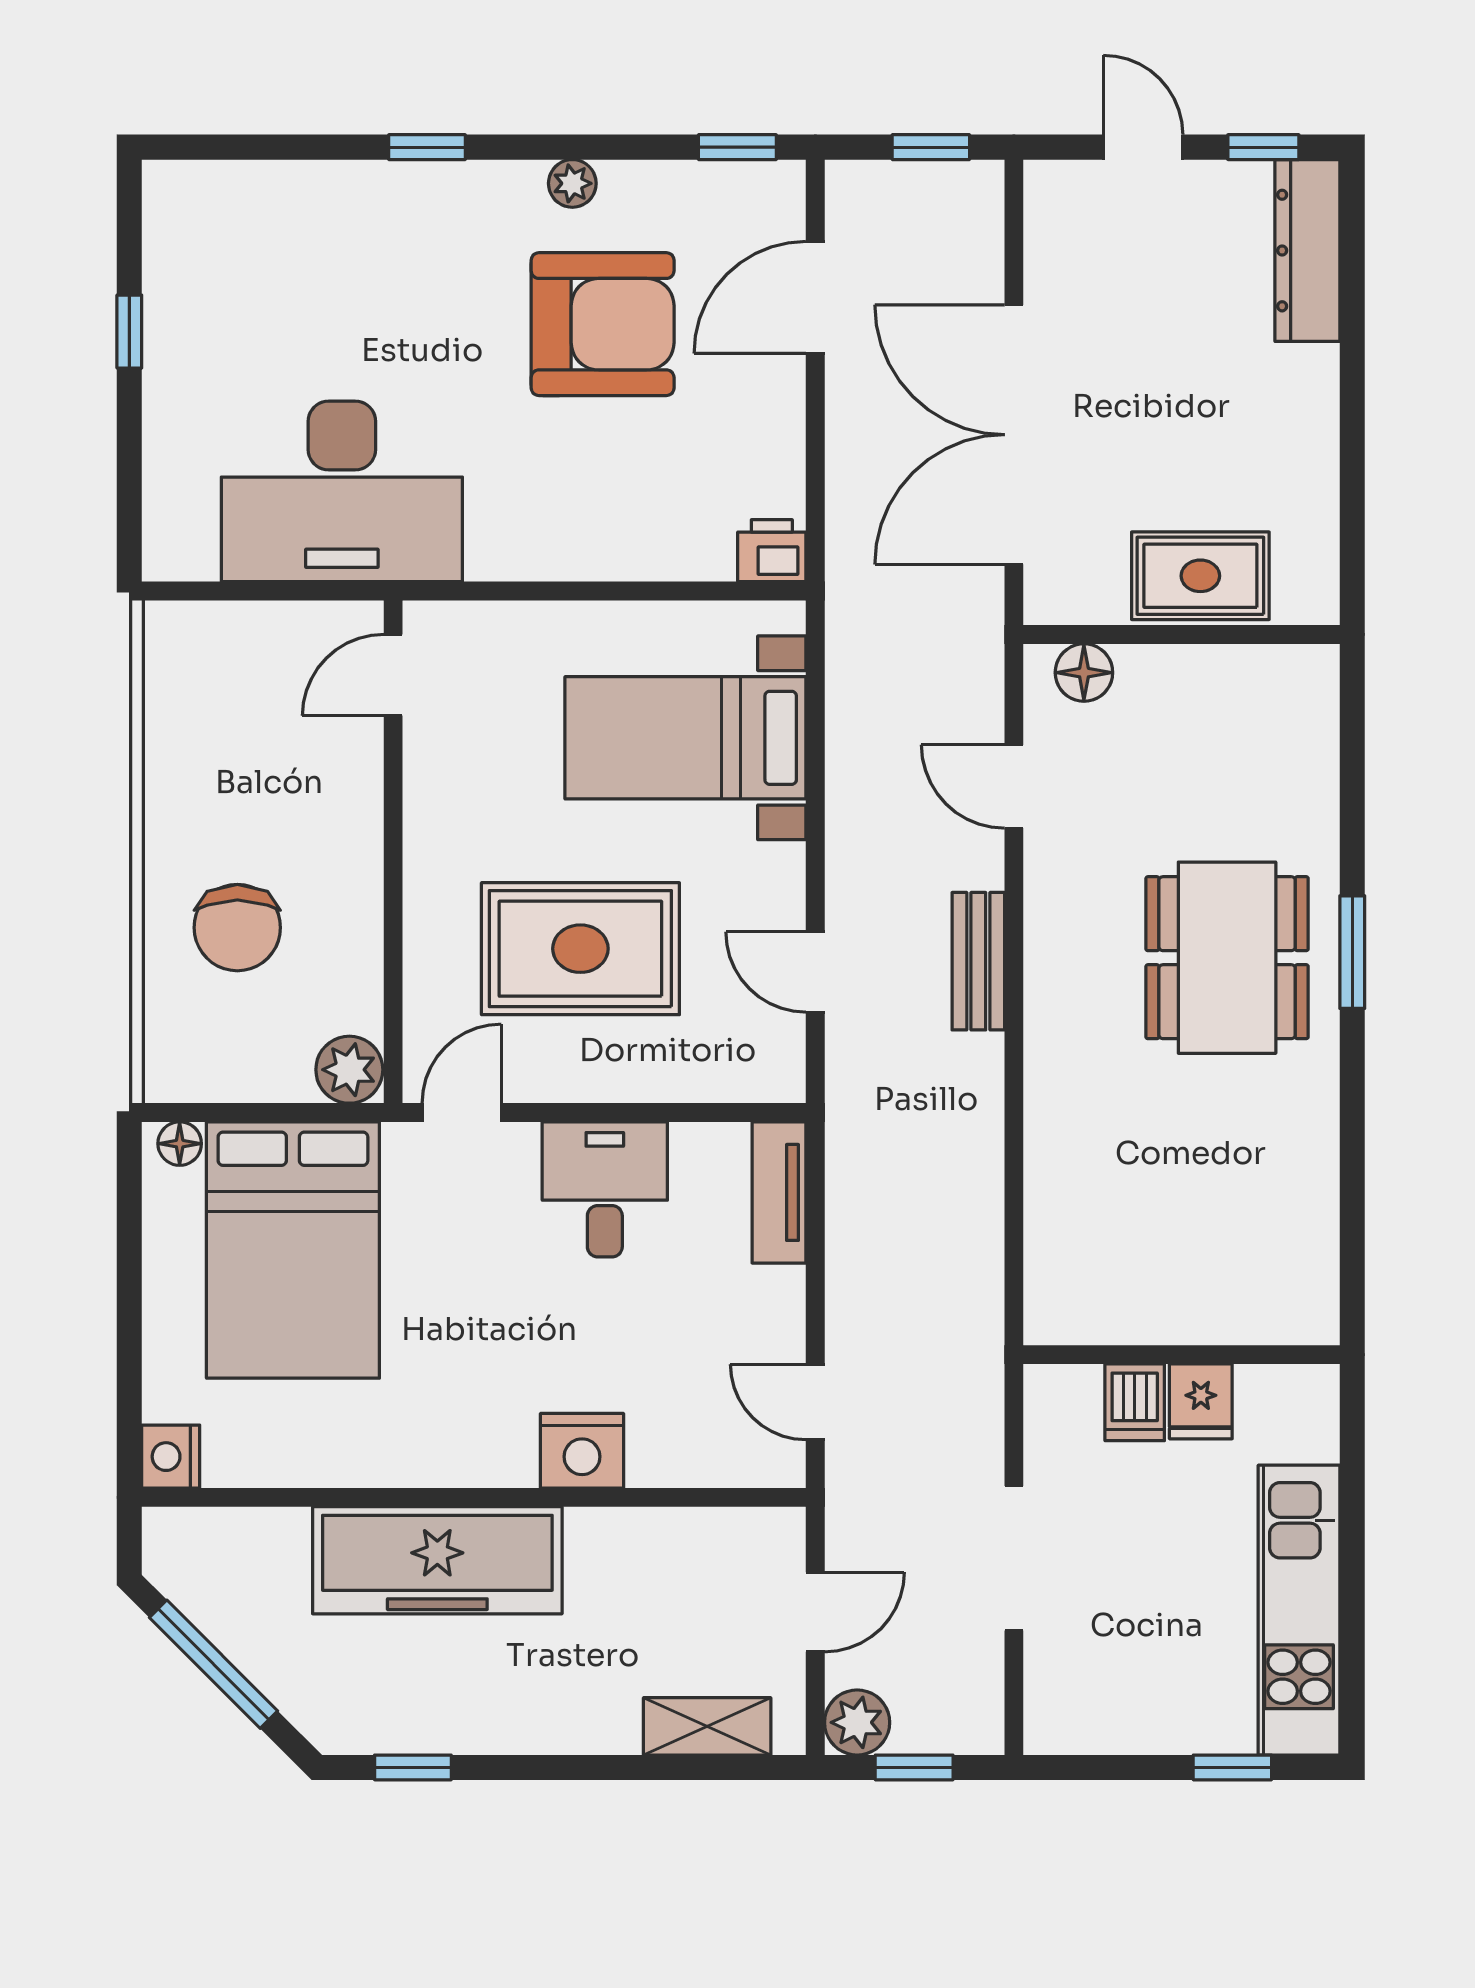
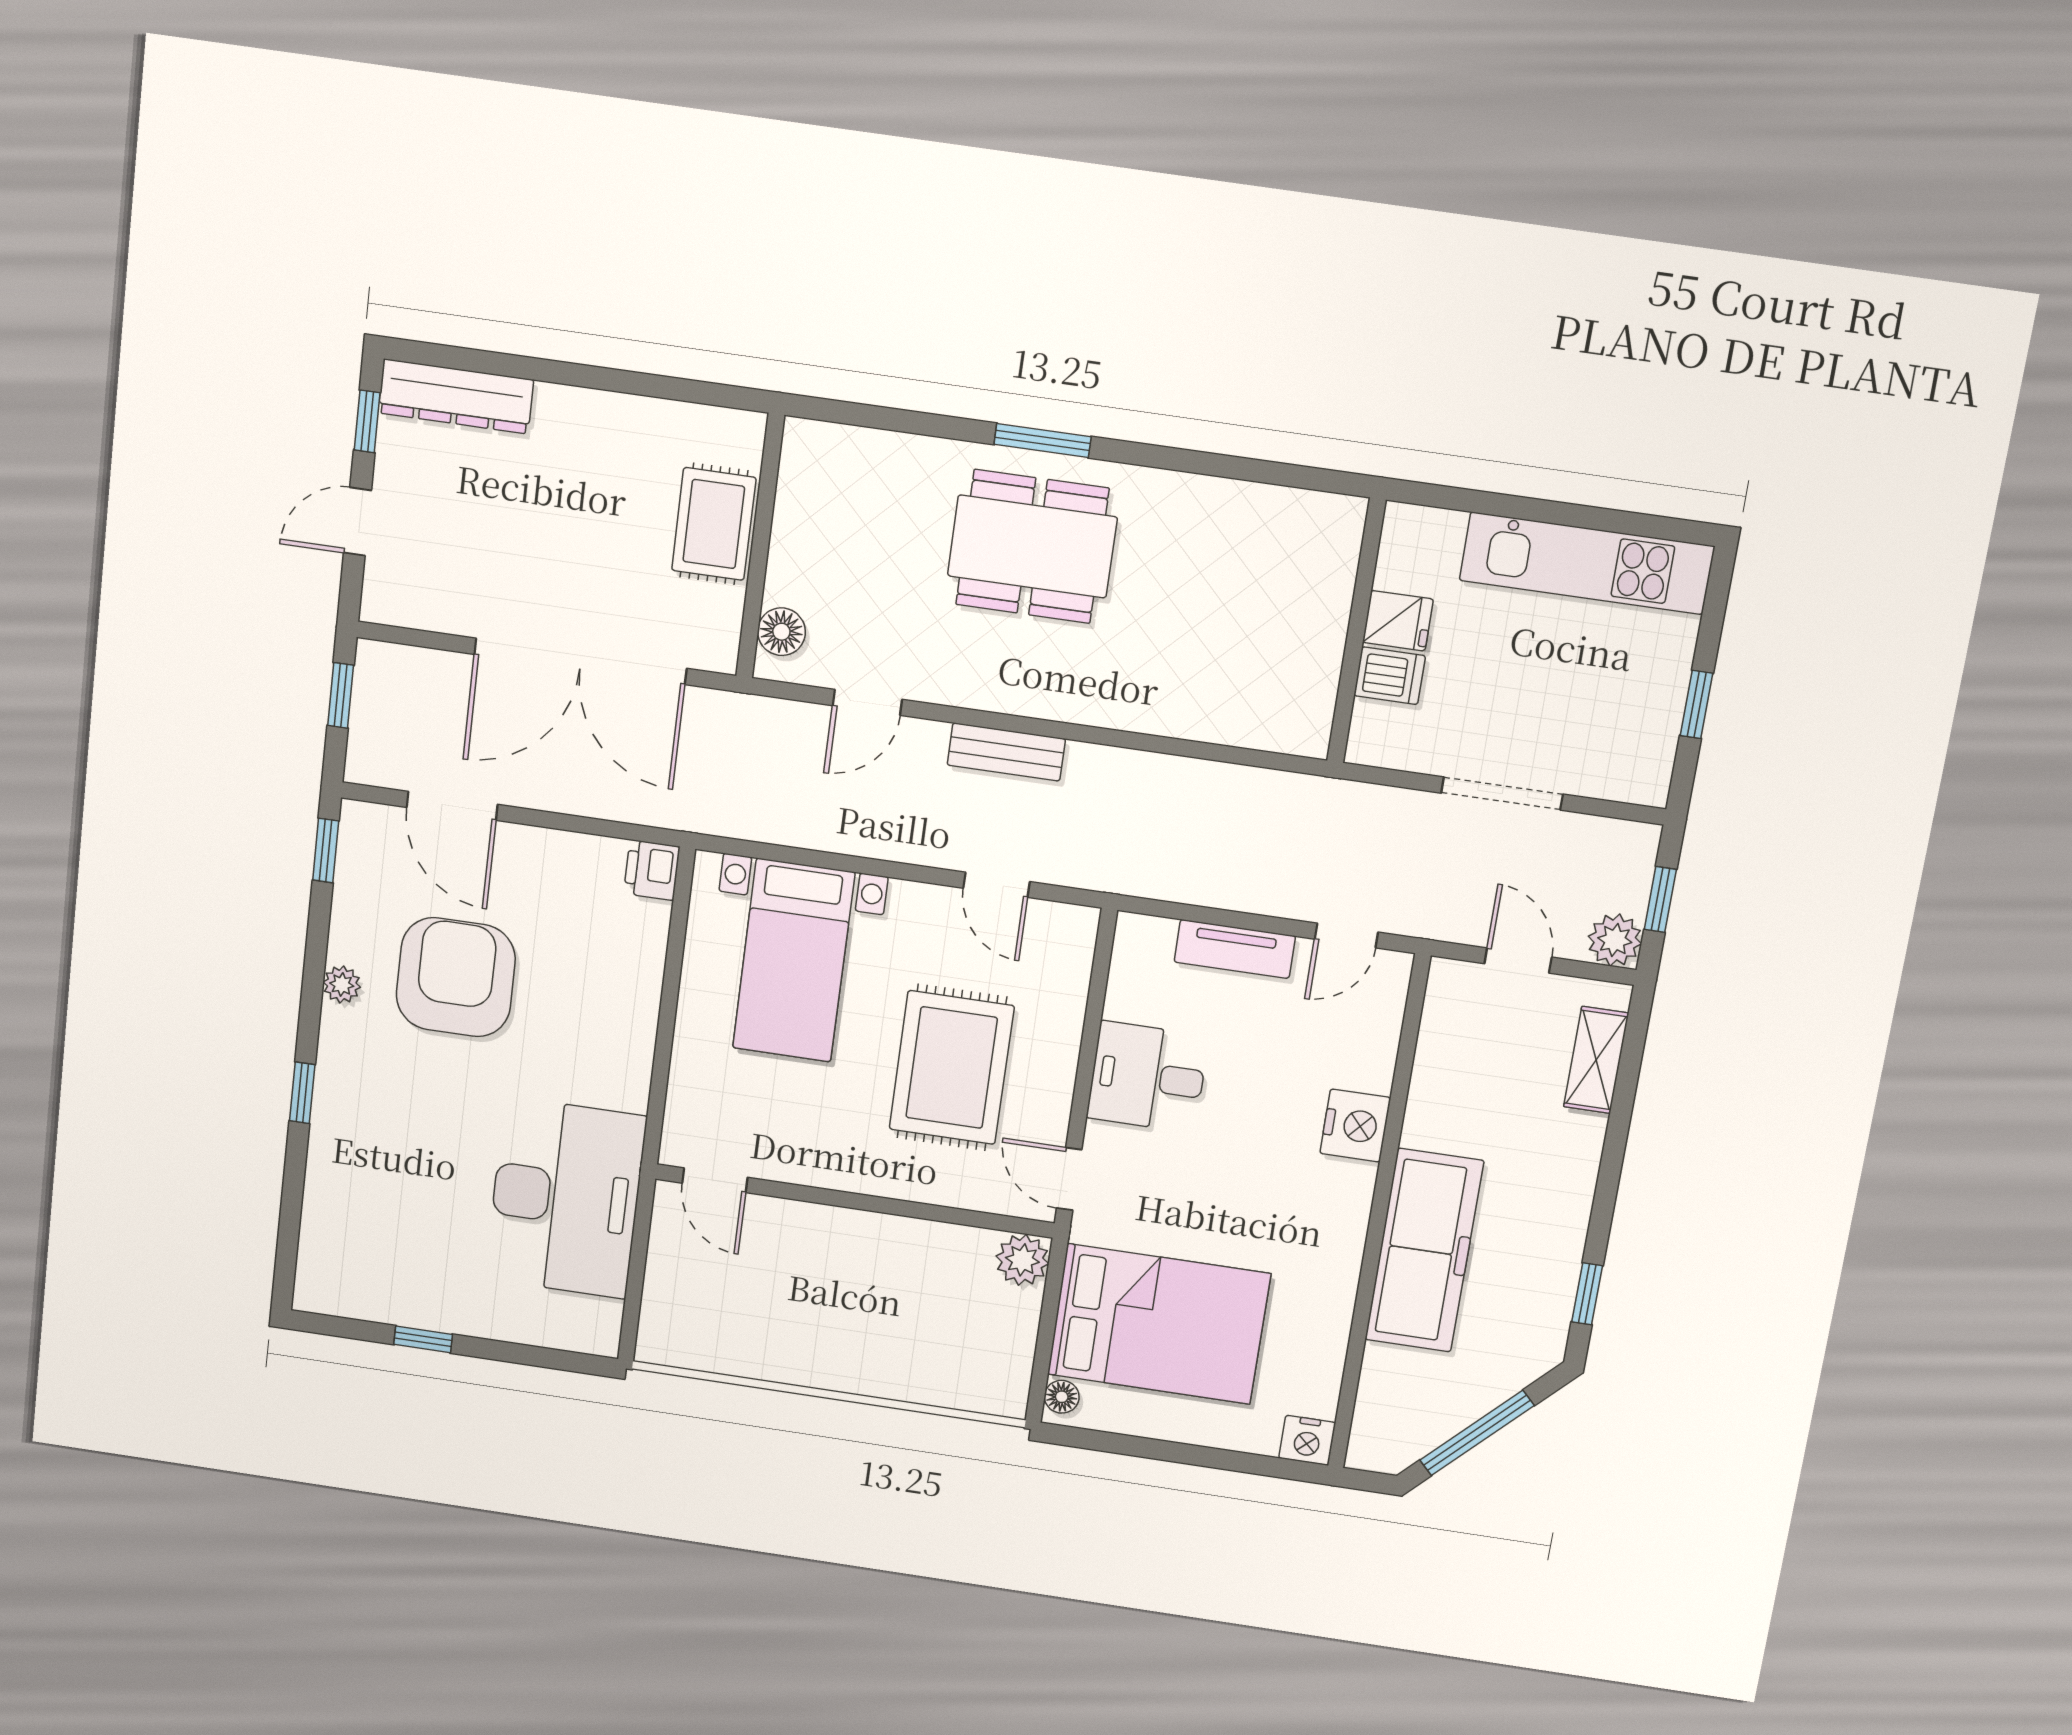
chair: (237, 928) -> (898, 1328), removed
door: (815, 972) -> (997, 885), hinge flipped
tv unit: (779, 1192) -> (1235, 949), moved
window: (1232, 1767) -> (1697, 704), moved

